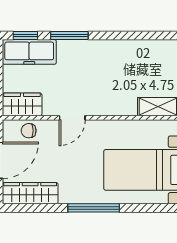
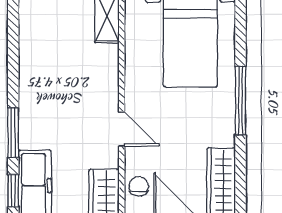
chair: (29, 131) -> (139, 186), turned 180

